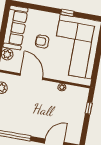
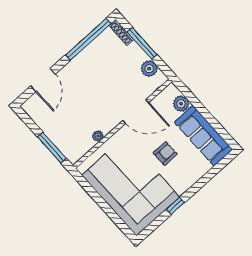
window: (89, 108) -> (52, 148), width x2.17

